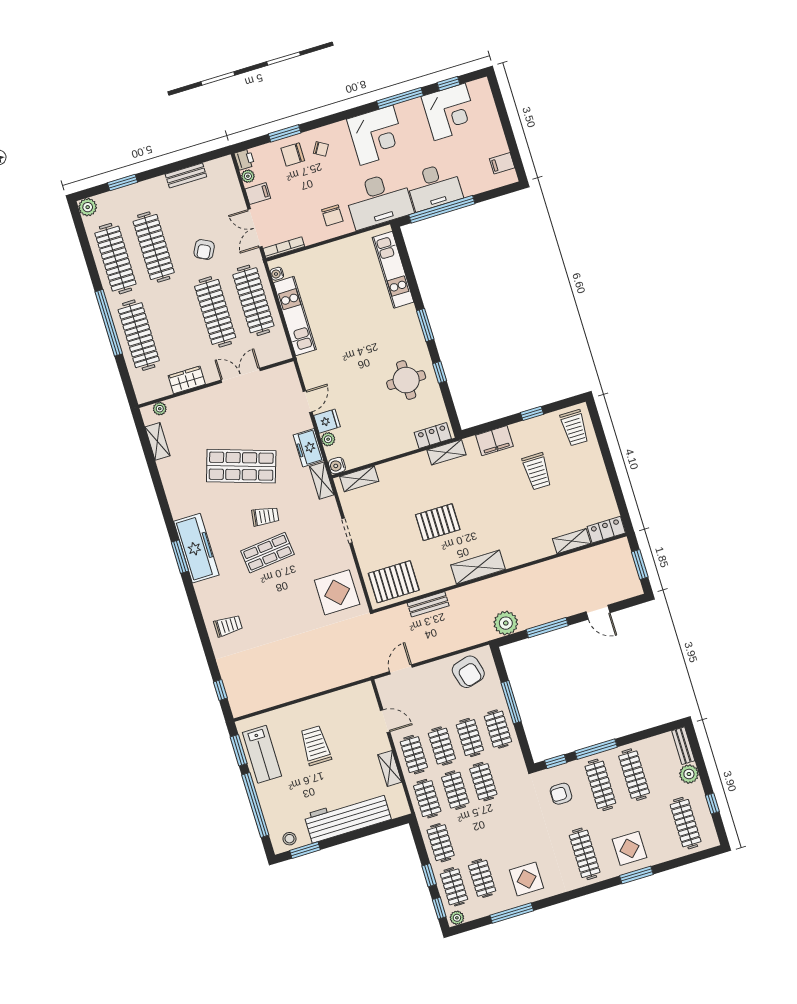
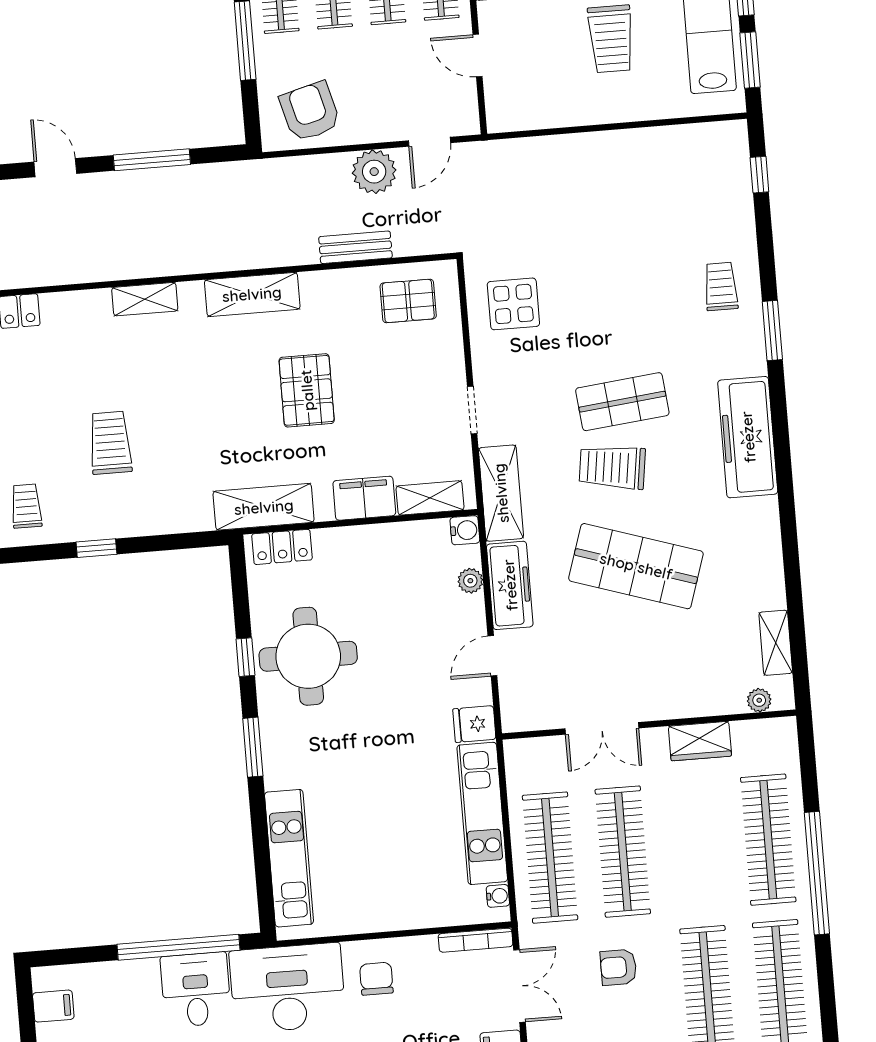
desk: (434, 187) -> (196, 990), width x0.73
armchair: (204, 249) -> (618, 967), turned -117
round table: (406, 380) -> (308, 656), width x1.36, depth x1.36
fridge: (327, 421) -> (474, 724), moved
trolley: (574, 428) -> (26, 506), width x0.73, depth x0.72
filing cabinet: (494, 441) -> (364, 498), moved
freezer: (308, 448) -> (510, 585), width x1.40
shelving: (447, 452) -> (264, 507), width x1.50, depth x1.33
shelving: (322, 481) -> (501, 493), width x1.50, depth x1.33
trolley: (265, 516) -> (612, 467), width x1.36, depth x1.39
pallet: (438, 522) -> (307, 390), turned 90
shelving: (572, 541) -> (145, 299), moved
window: (180, 557) -> (772, 331), moved
pallet: (394, 582) -> (408, 301), width x0.67, depth x0.71
display table: (337, 592) -> (513, 304), width x0.73, depth x0.73
plant: (506, 623) -> (374, 172), moved
trolley: (228, 626) -> (721, 286), turned 90

